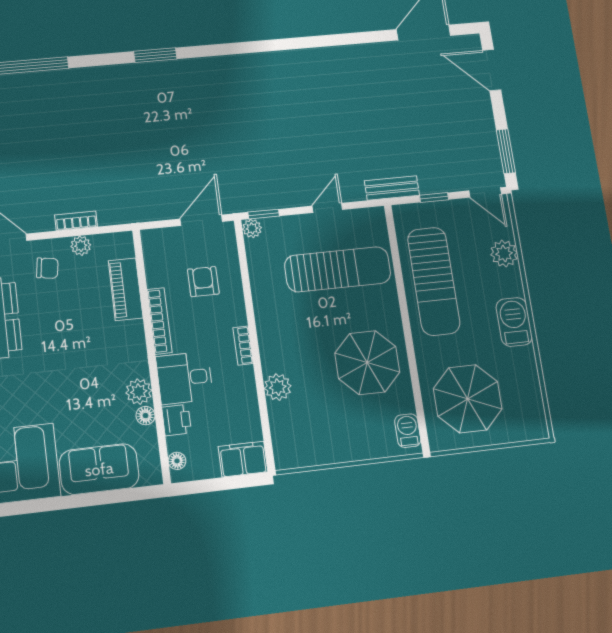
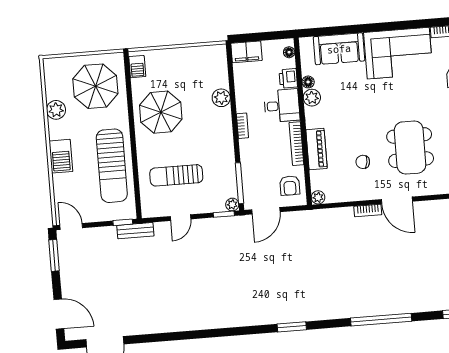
window: (434, 197) -> (123, 222), moved
bookcase: (76, 221) -> (368, 211), moved
plant: (81, 246) -> (318, 197), moved
plant: (504, 254) -> (56, 110), moved
window: (243, 260) -> (240, 183), added
chair: (47, 268) -> (363, 162), moved
sun lounger: (338, 269) -> (176, 175), width x0.73, depth x0.75
sun lounger: (434, 281) -> (112, 166), turned 180
armchair: (203, 282) -> (290, 186), moved
piano: (126, 289) -> (317, 149), moved
barbecue: (514, 322) -> (61, 156), moved

